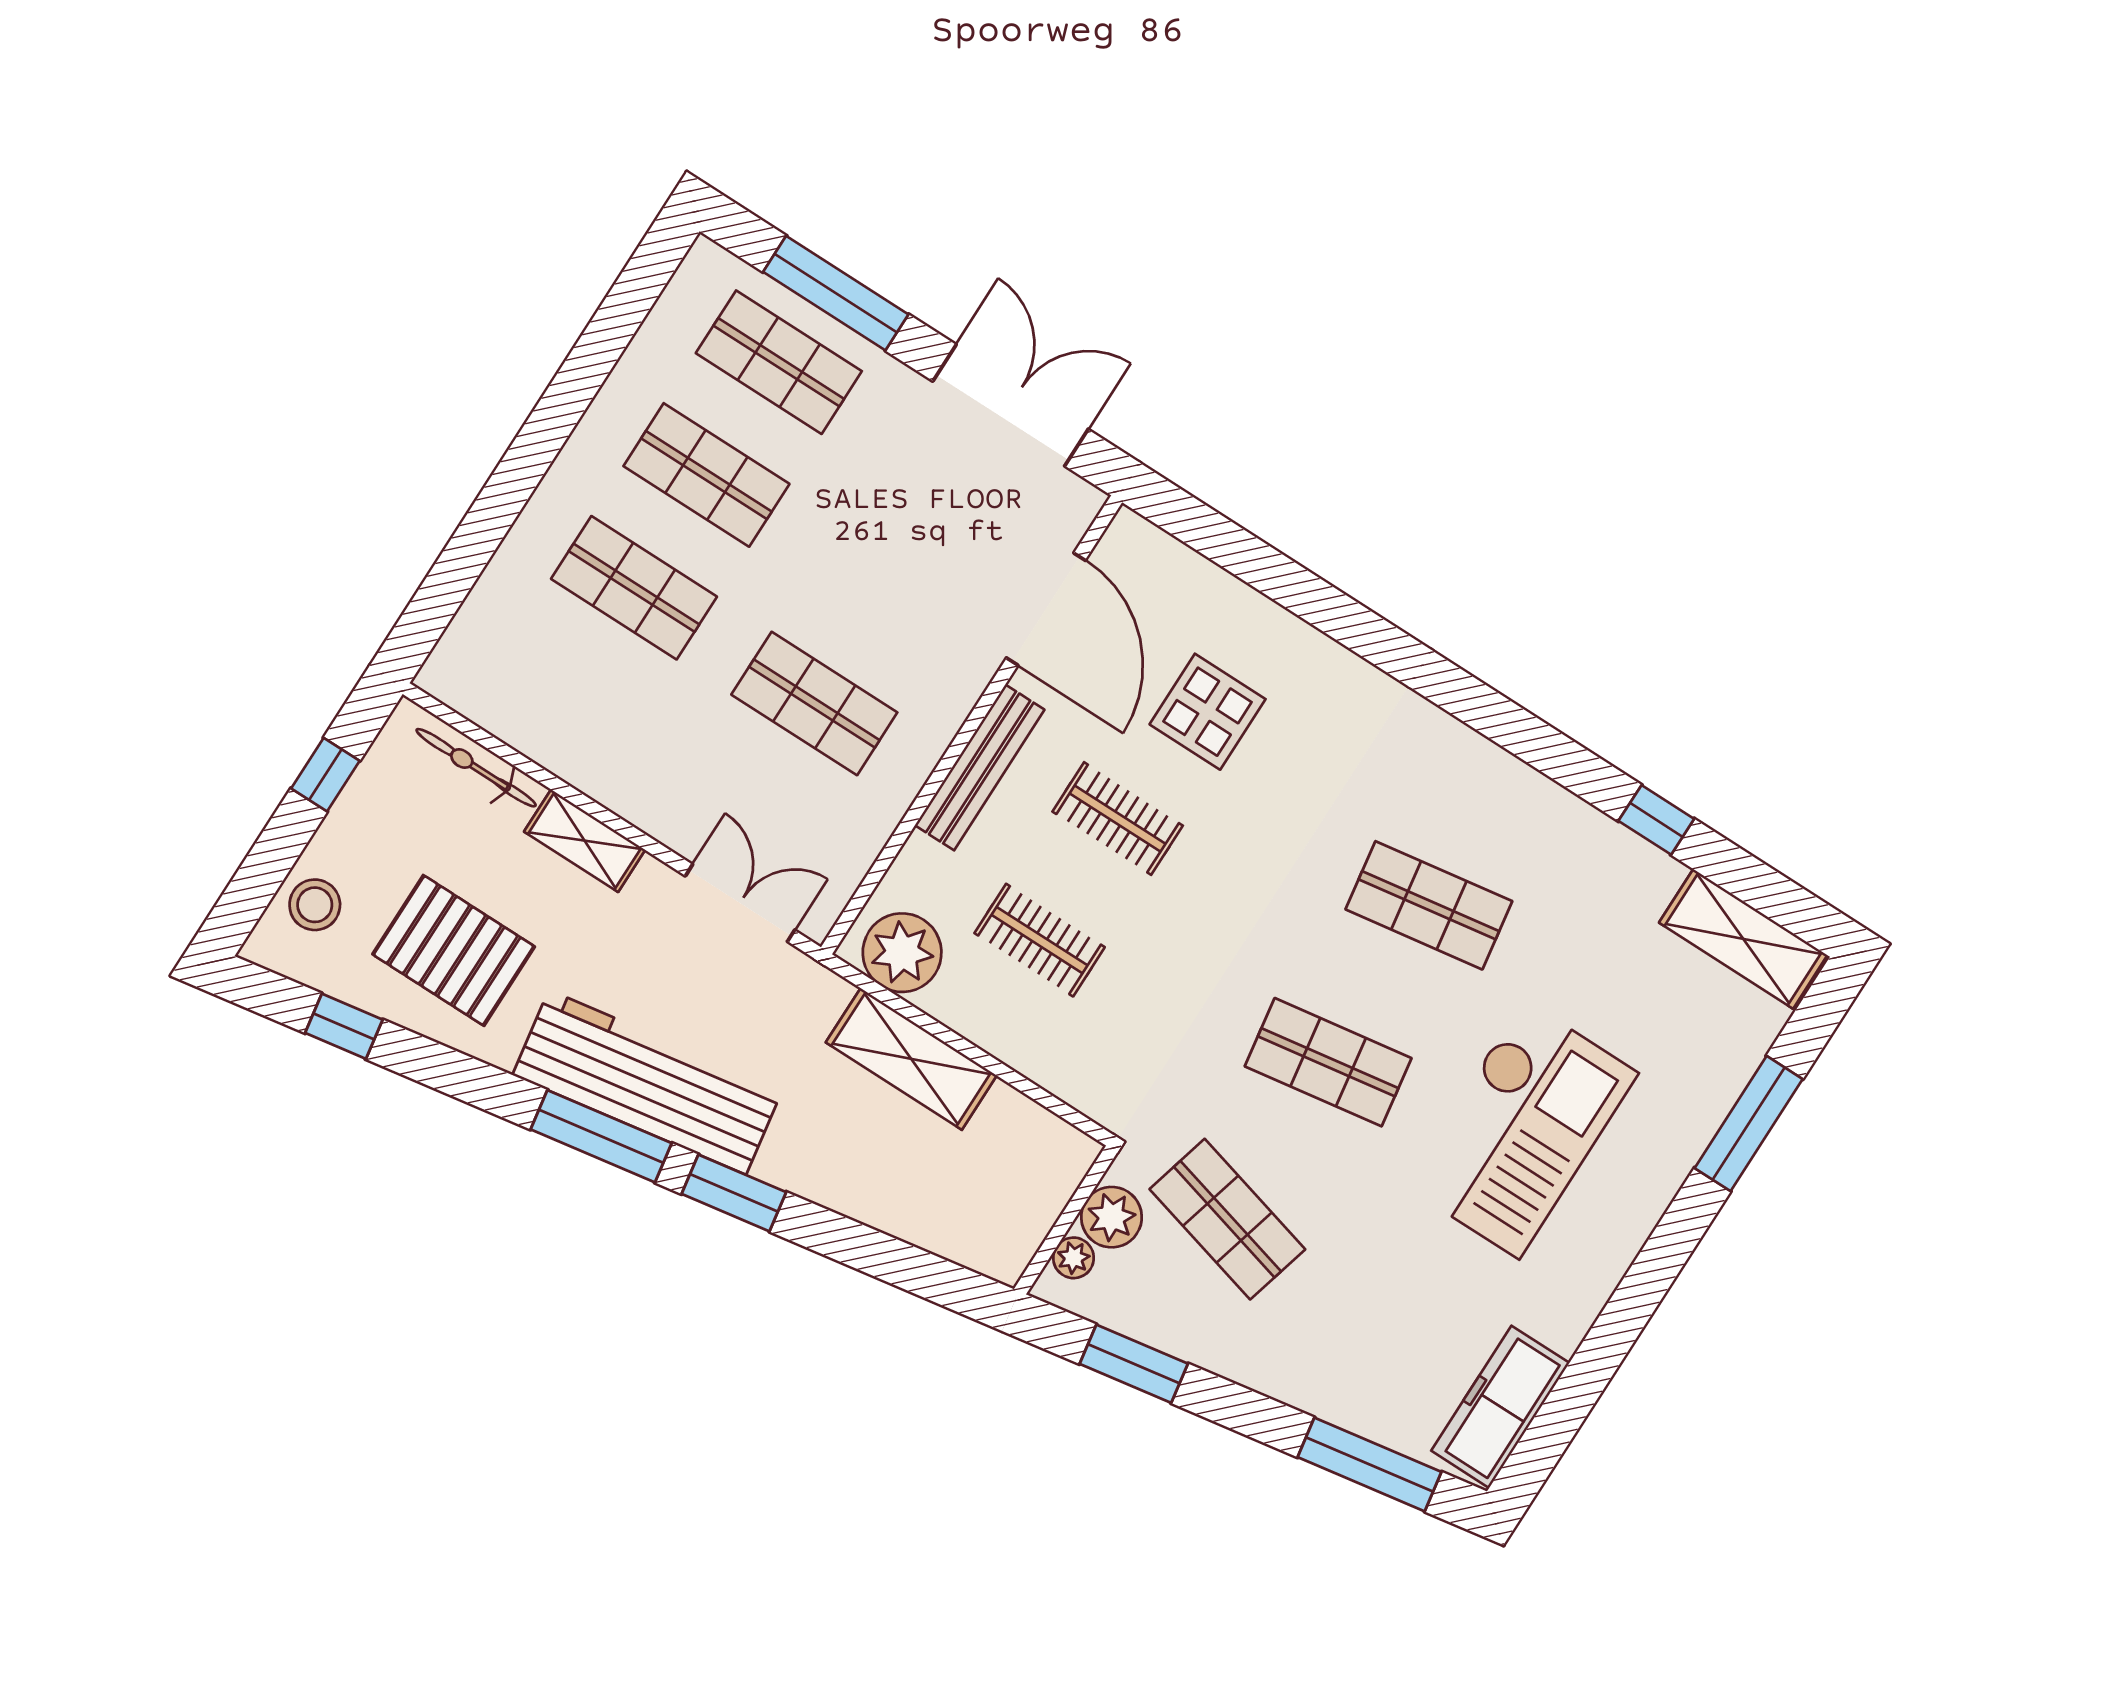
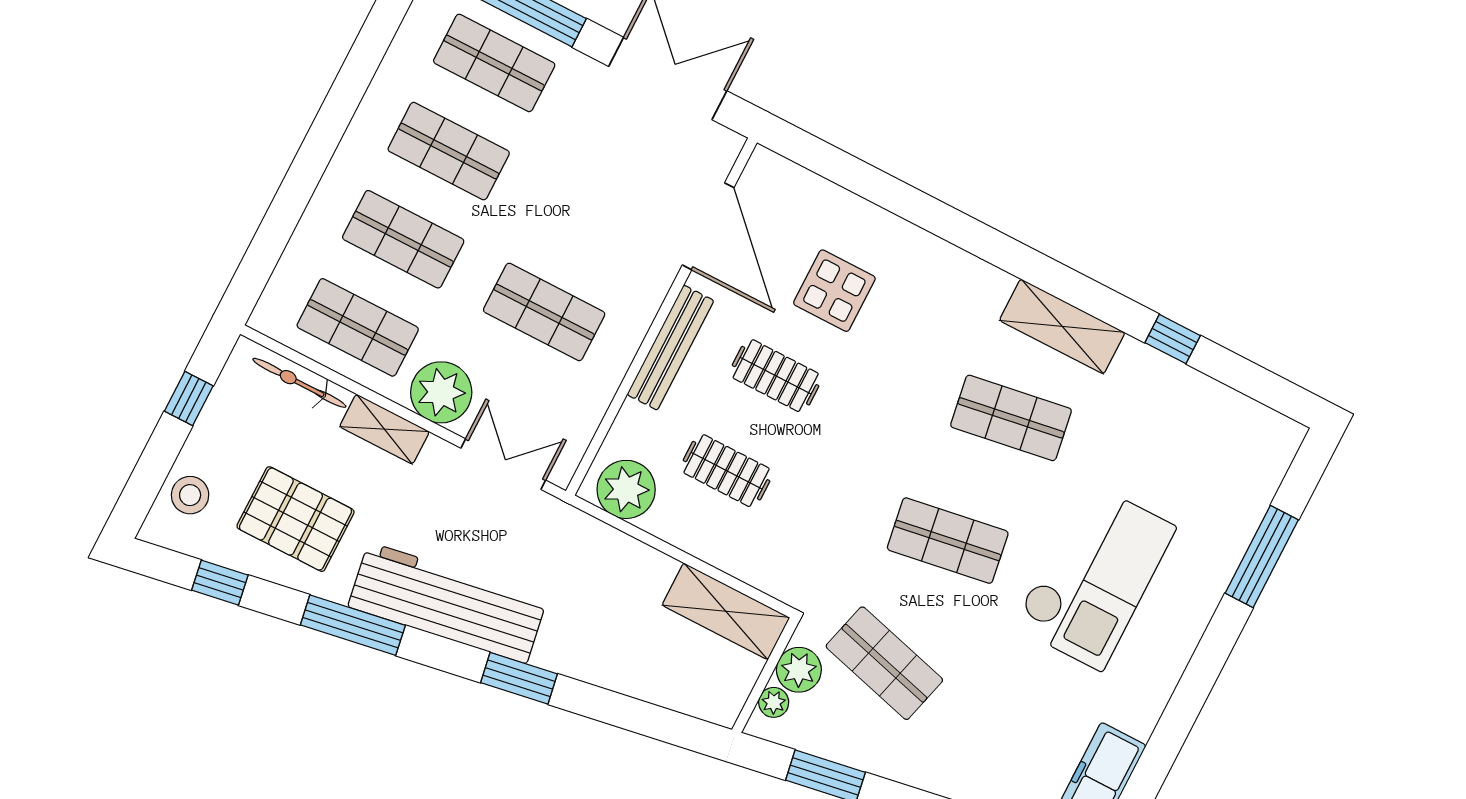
shop shelf: (562, 701) -> (358, 327), added
plant: (666, 798) -> (441, 392), added
shelving: (1743, 939) -> (1062, 326), moved
shelving: (911, 1059) -> (726, 611), moved
window: (601, 1136) -> (353, 625), moved

